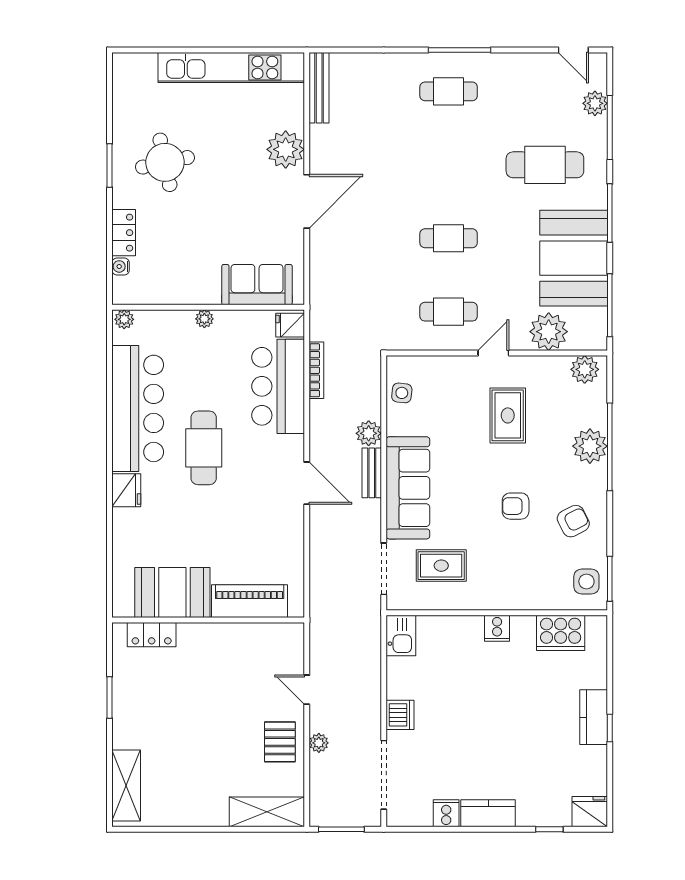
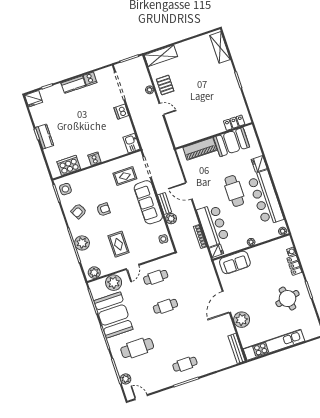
booth: (172, 592) -> (232, 142), moved
piano: (250, 601) -> (200, 149), moved
wall: (208, 620) -> (214, 136), moved
locker: (152, 635) -> (234, 123), moved

